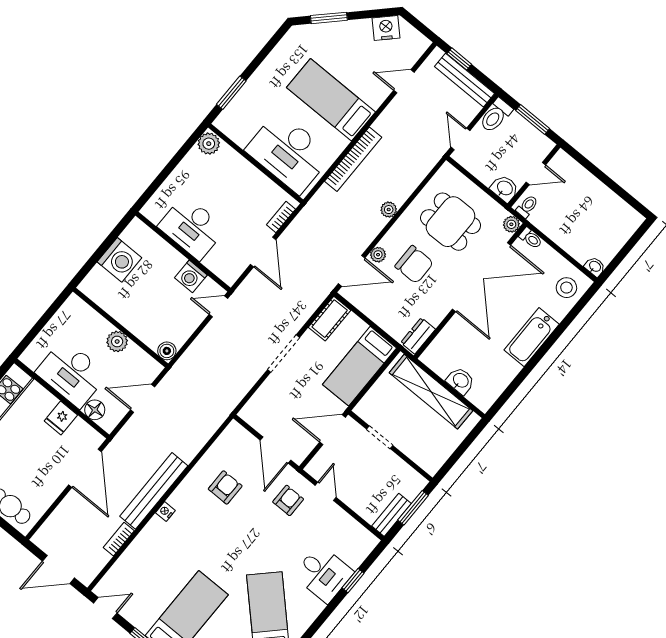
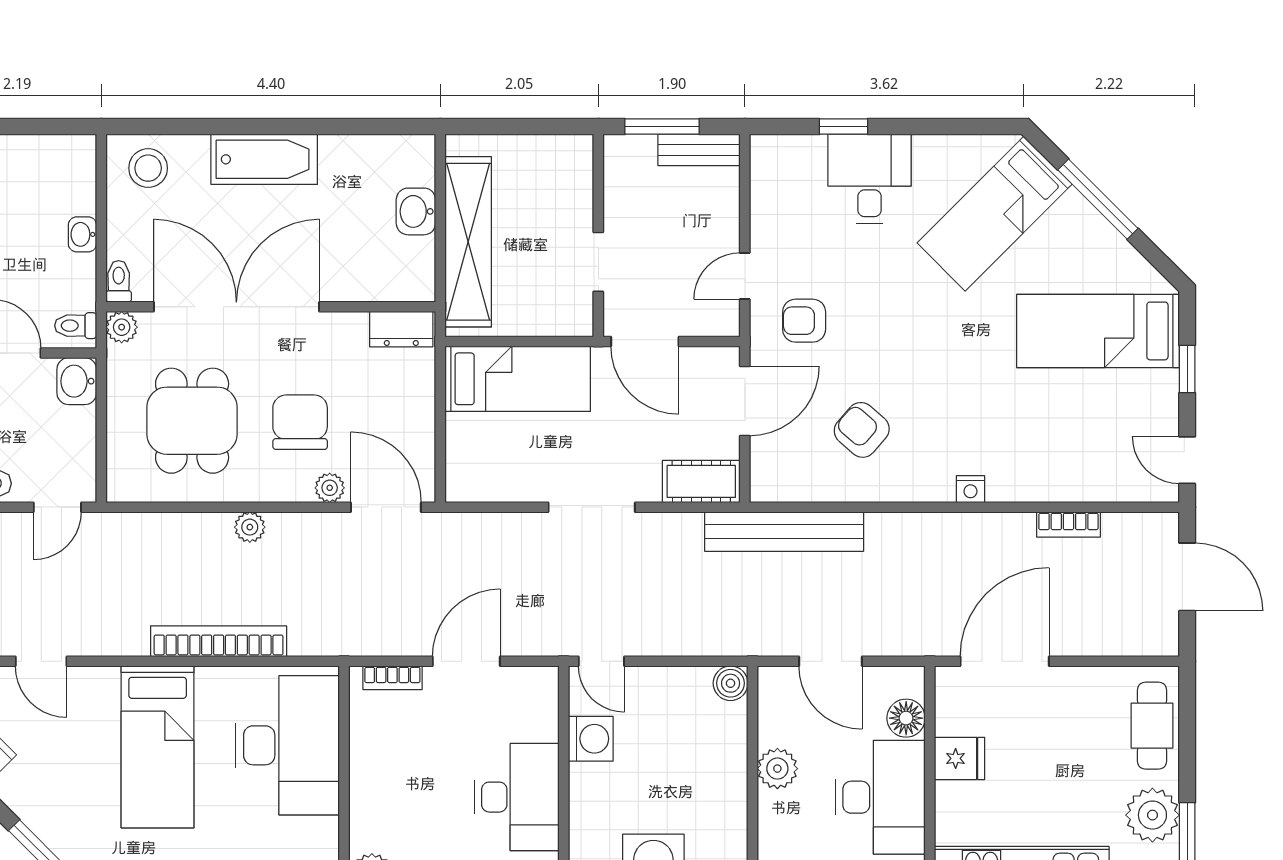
washbasin: (595, 267) -> (82, 234), moved
cot: (330, 319) -> (701, 481), moved
armchair: (225, 487) -> (862, 430), turned 41
bench: (154, 491) -> (784, 532), moved

